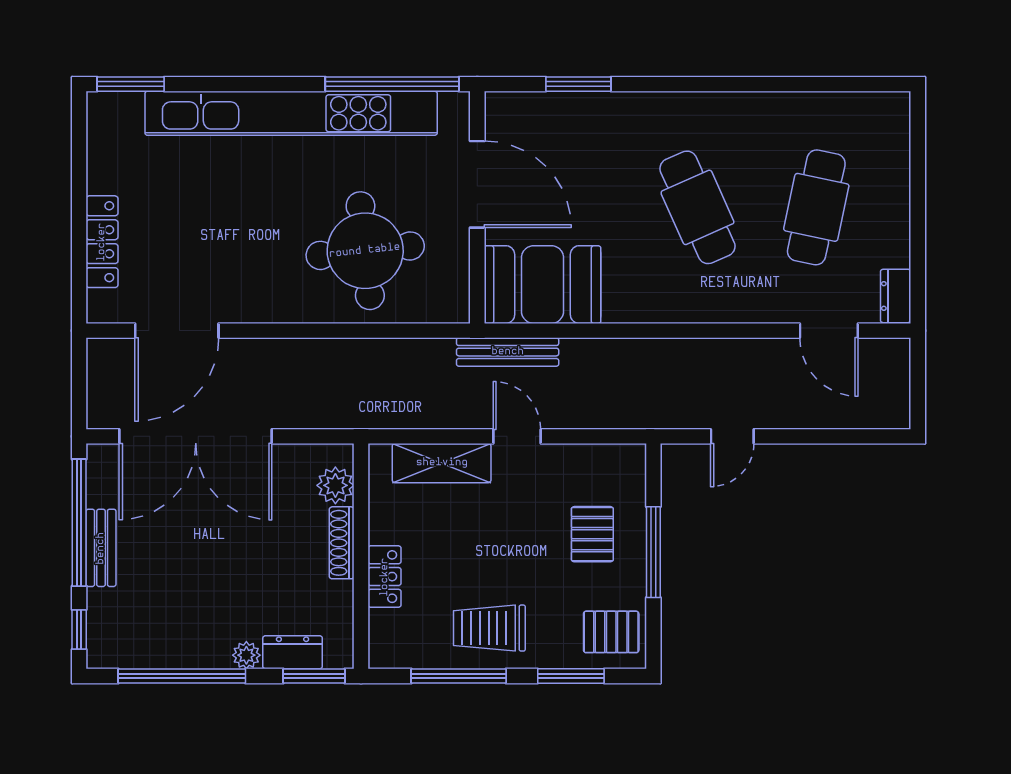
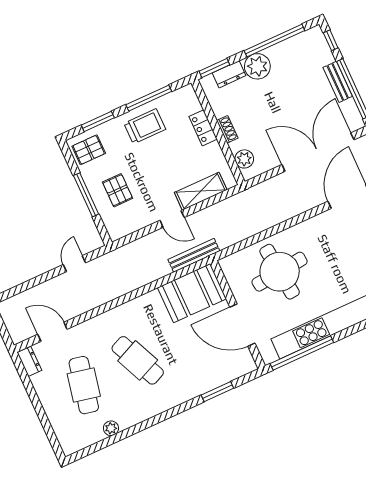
plant: (803, 106) -> (111, 428), added
shoe rack: (342, 543) -> (227, 129), width x0.70
plant: (246, 655) -> (257, 66), width x1.87, depth x1.87

